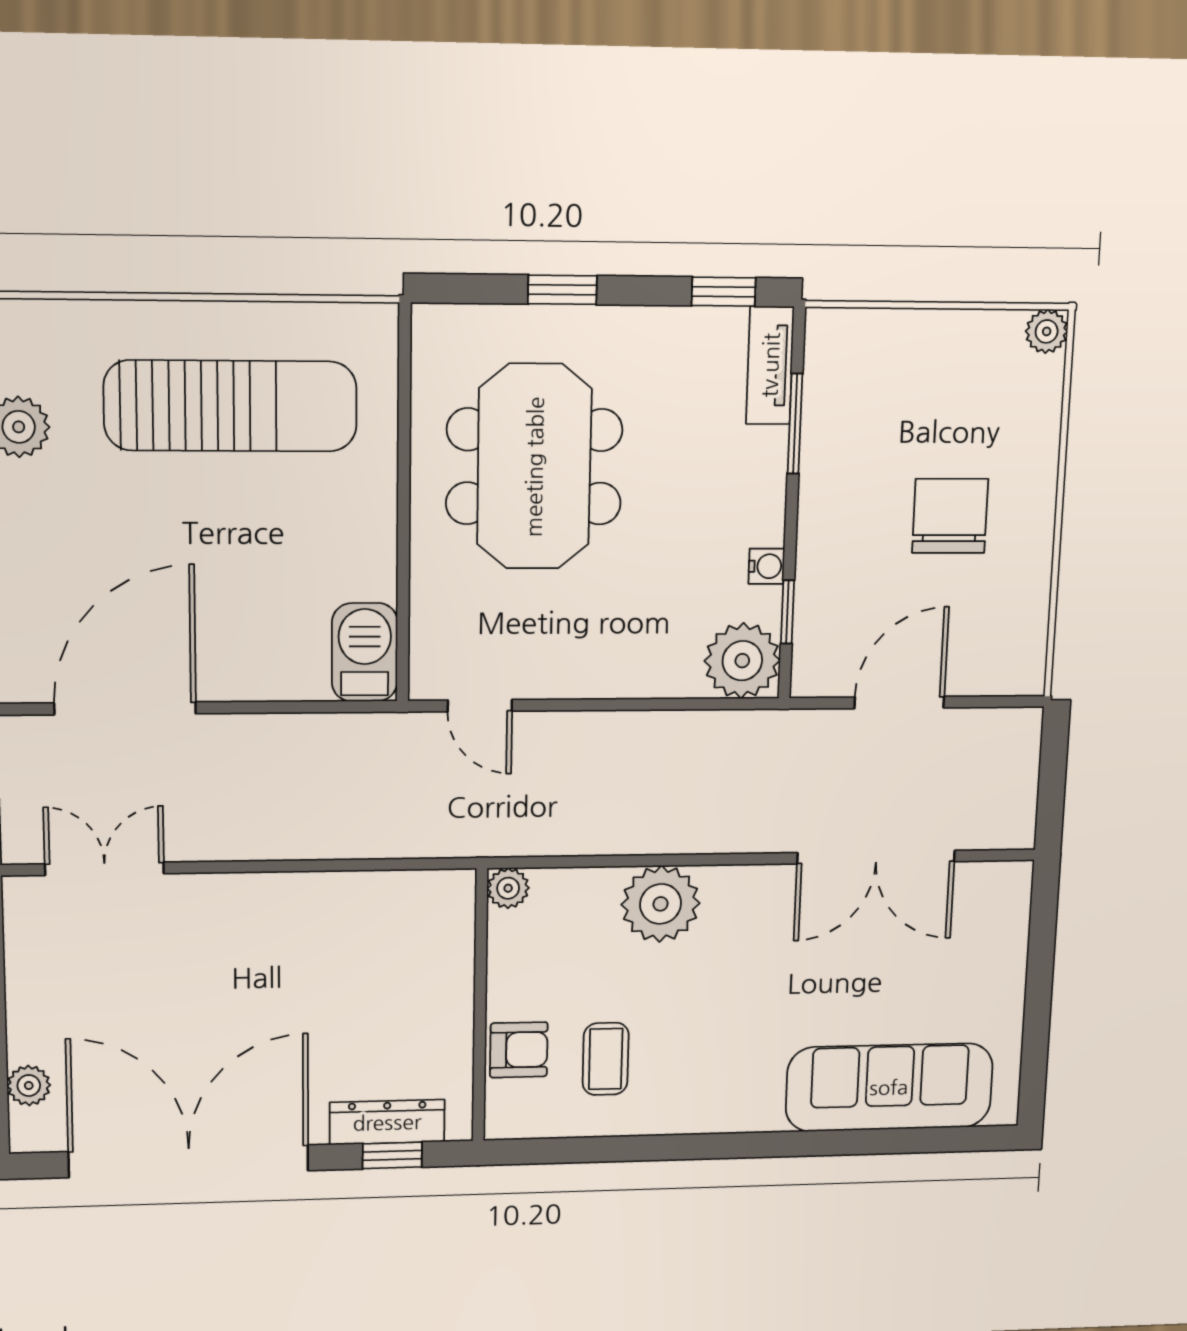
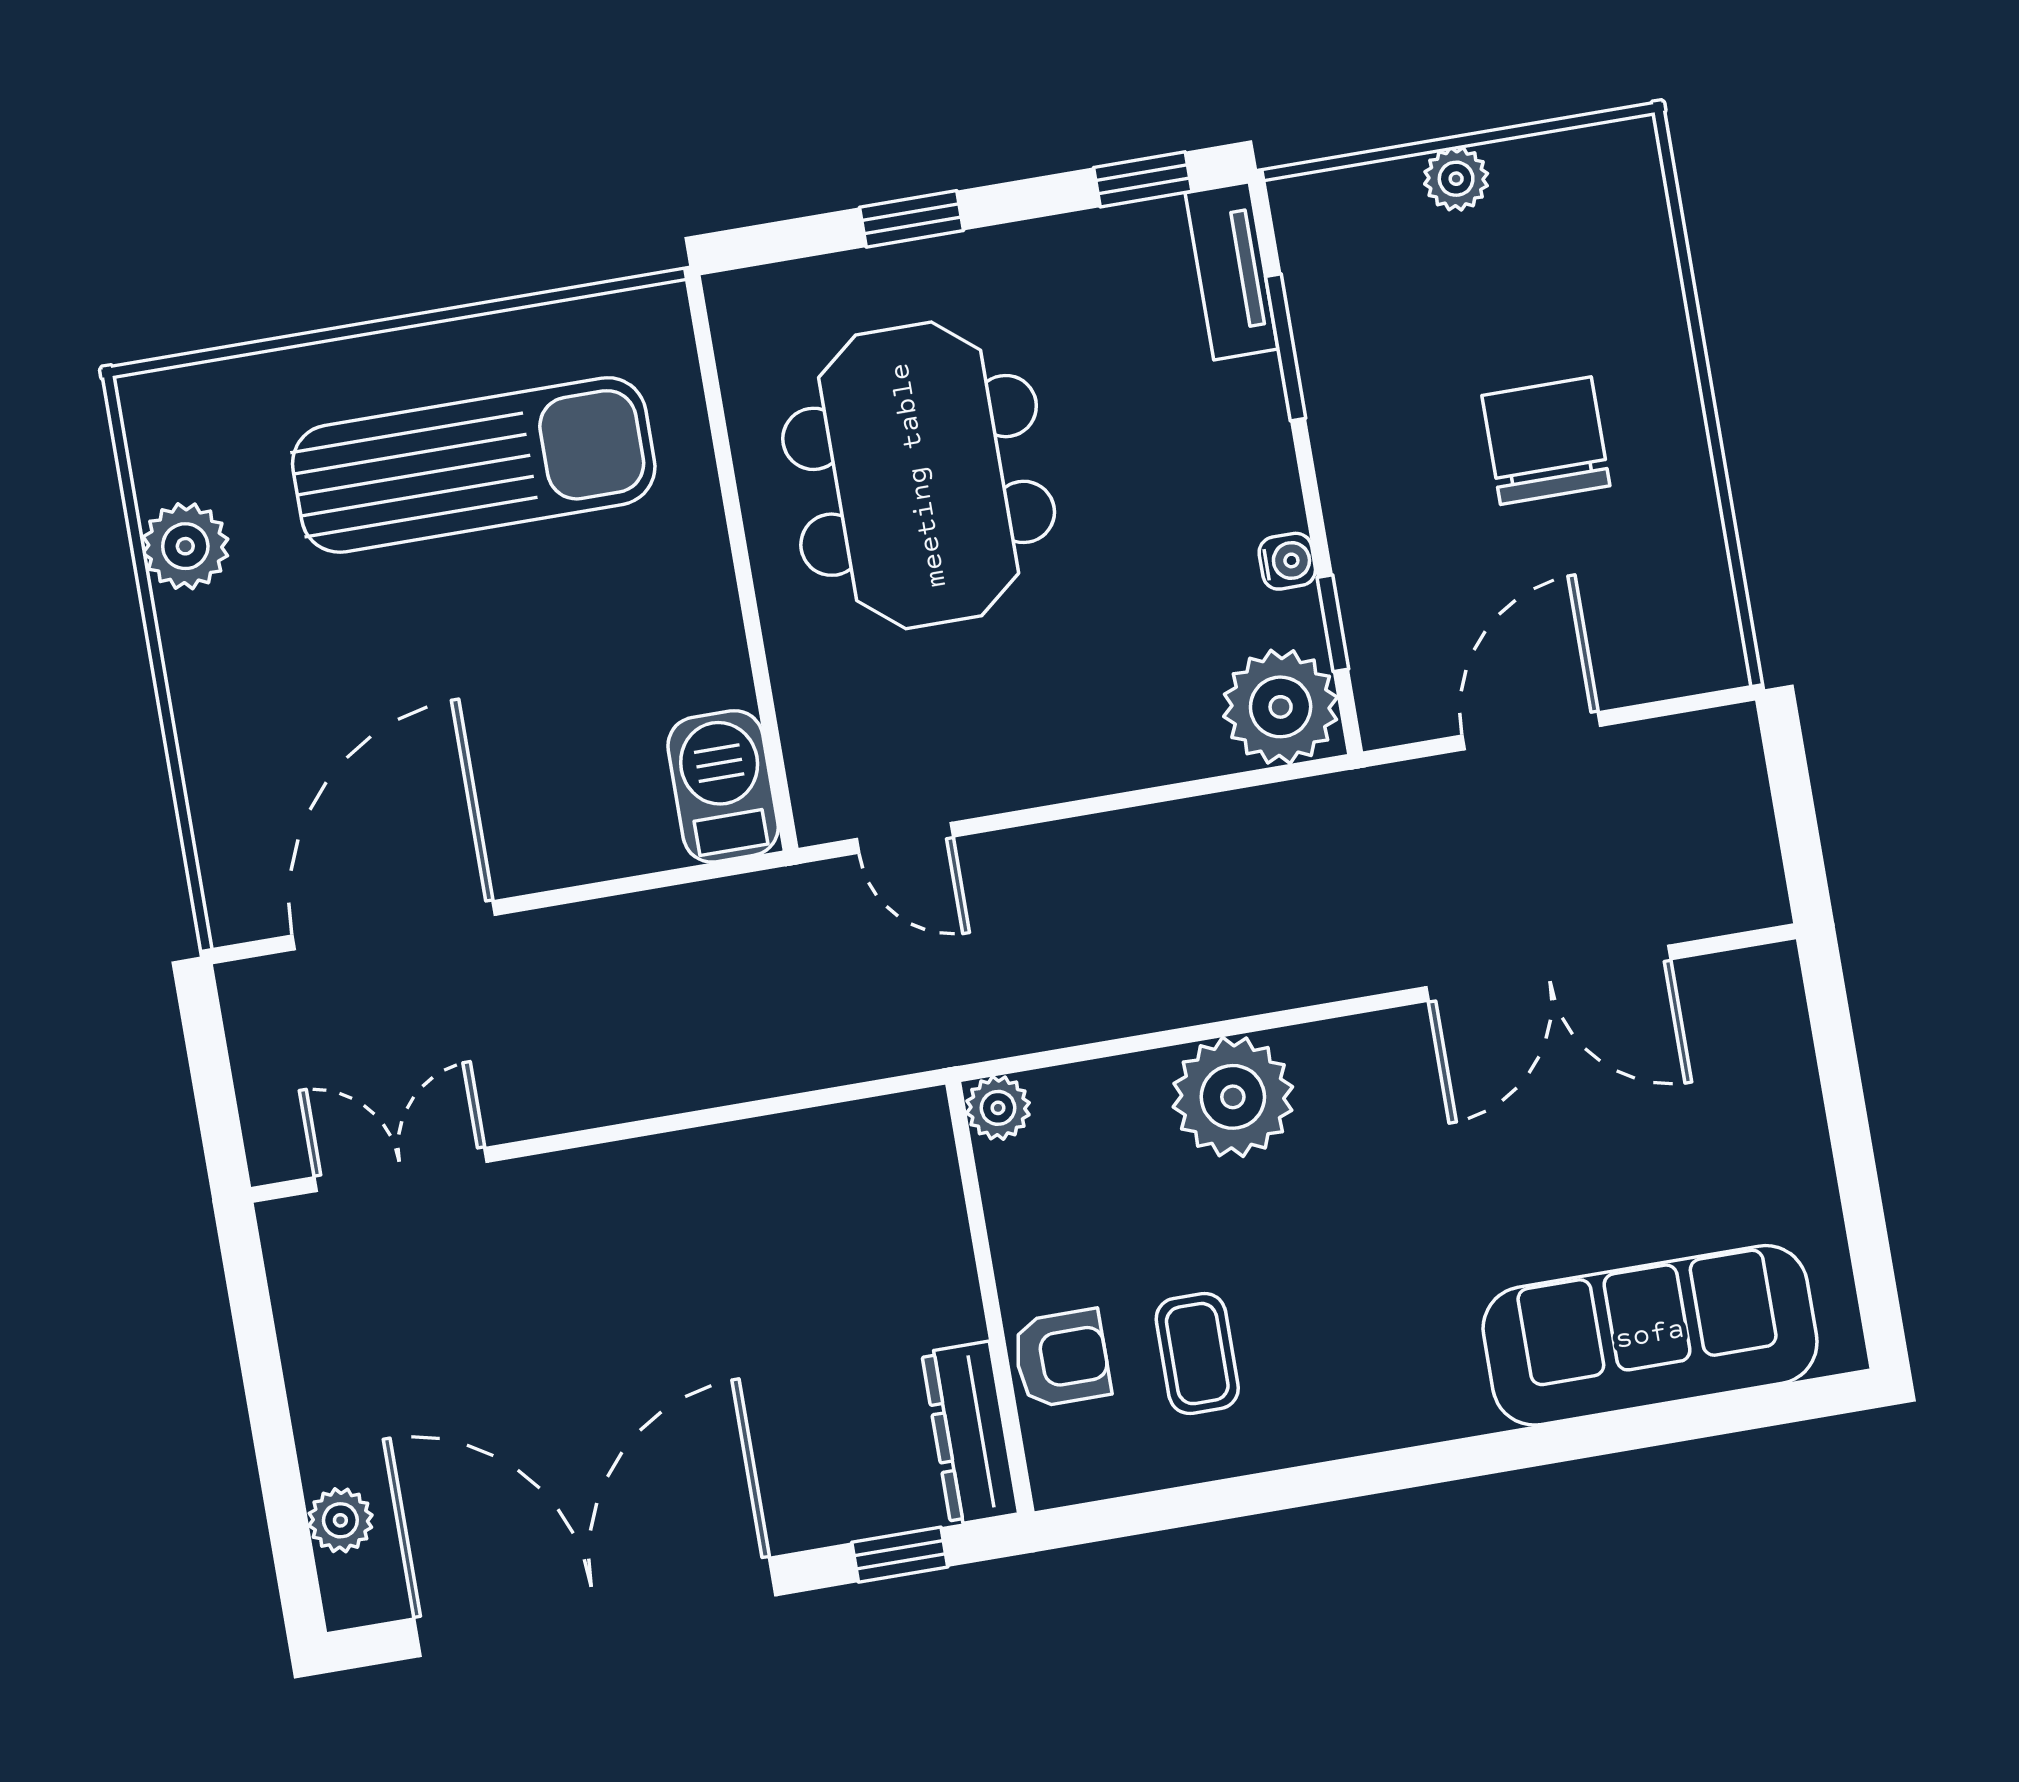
plant: (1047, 331) -> (1456, 179), moved
dresser: (387, 1122) -> (970, 1433), moved, turned -90

